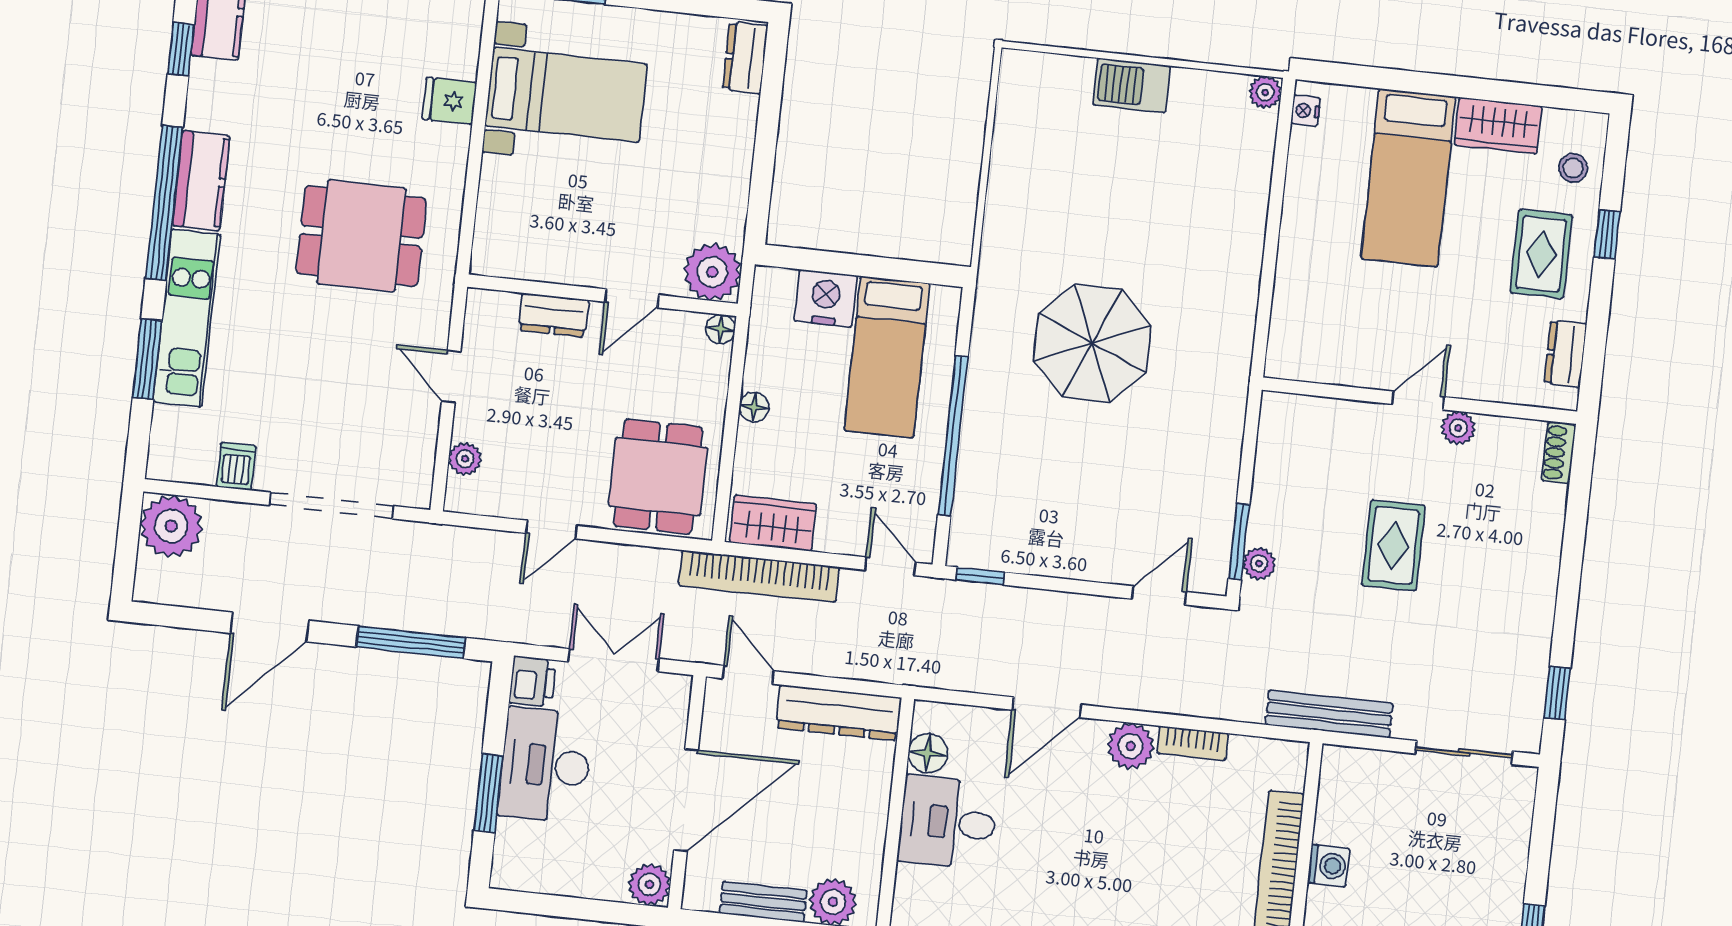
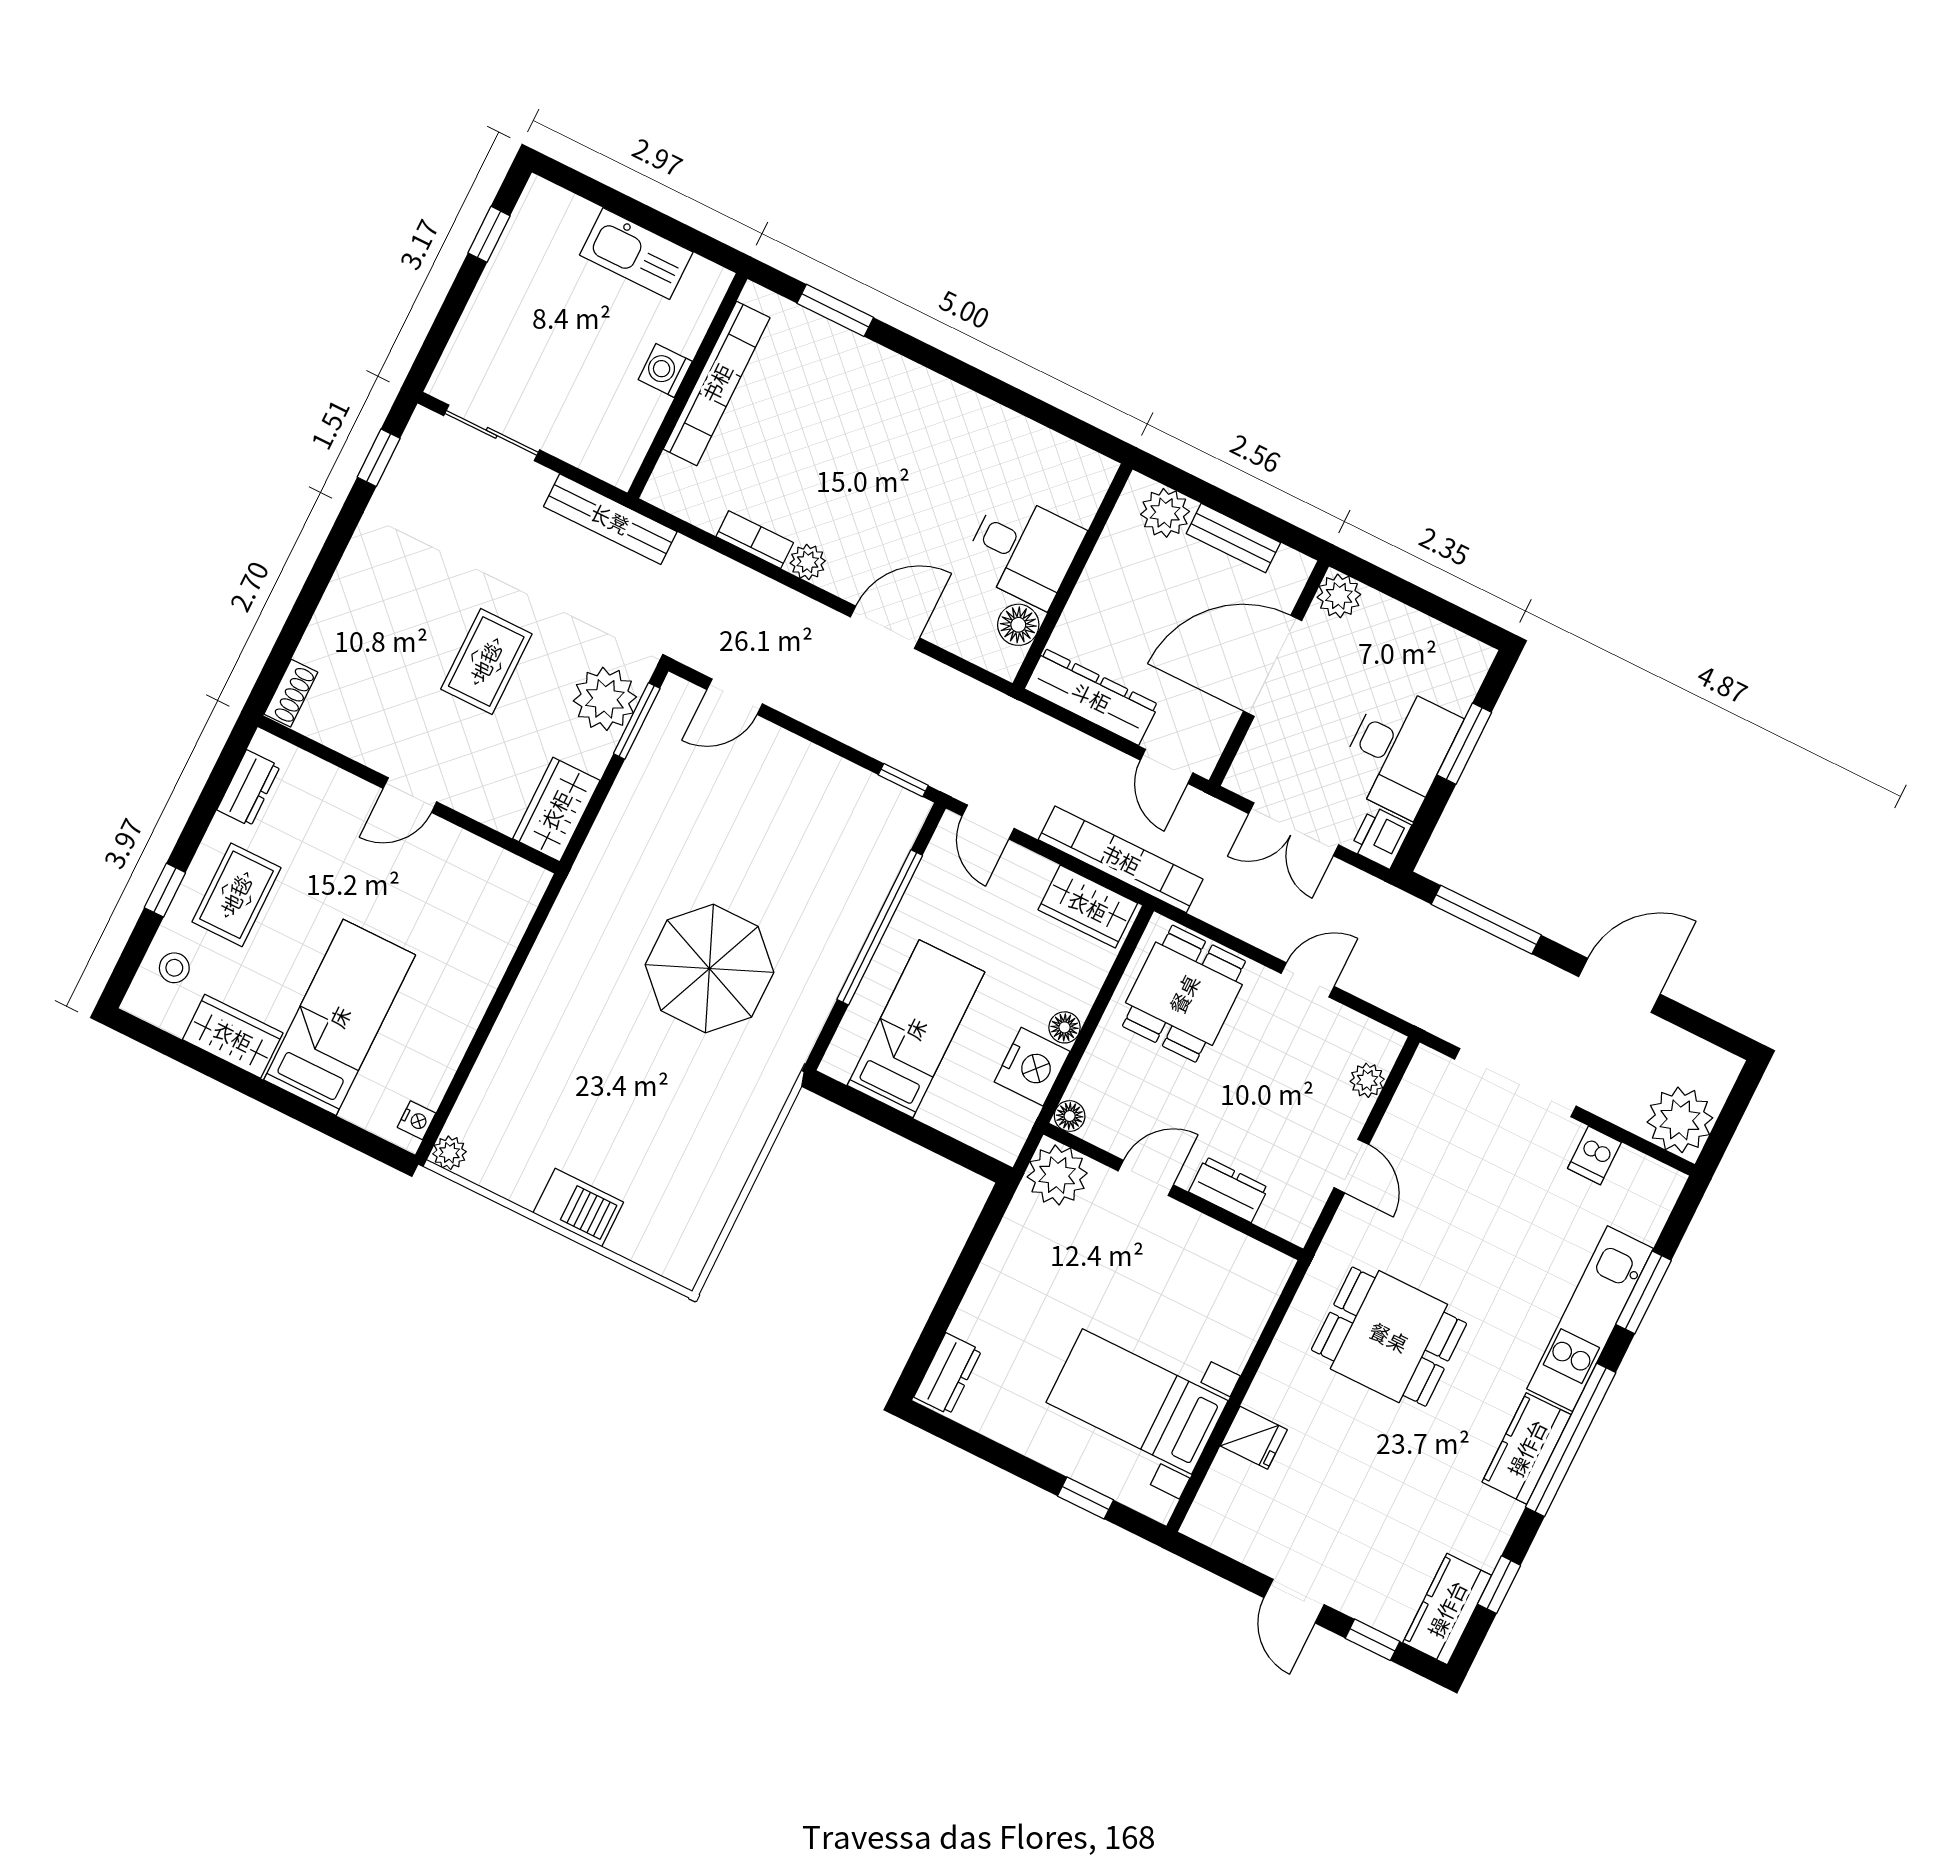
nightstand: (826, 298) -> (1032, 1067), moved, turned -90
plant: (1458, 428) -> (381, 754), removed
wardrobe: (1282, 436) -> (556, 810), added
plant: (1259, 564) -> (605, 699), width x1.88, depth x1.88
plant: (1131, 746) -> (808, 562), width x0.73, depth x0.73

